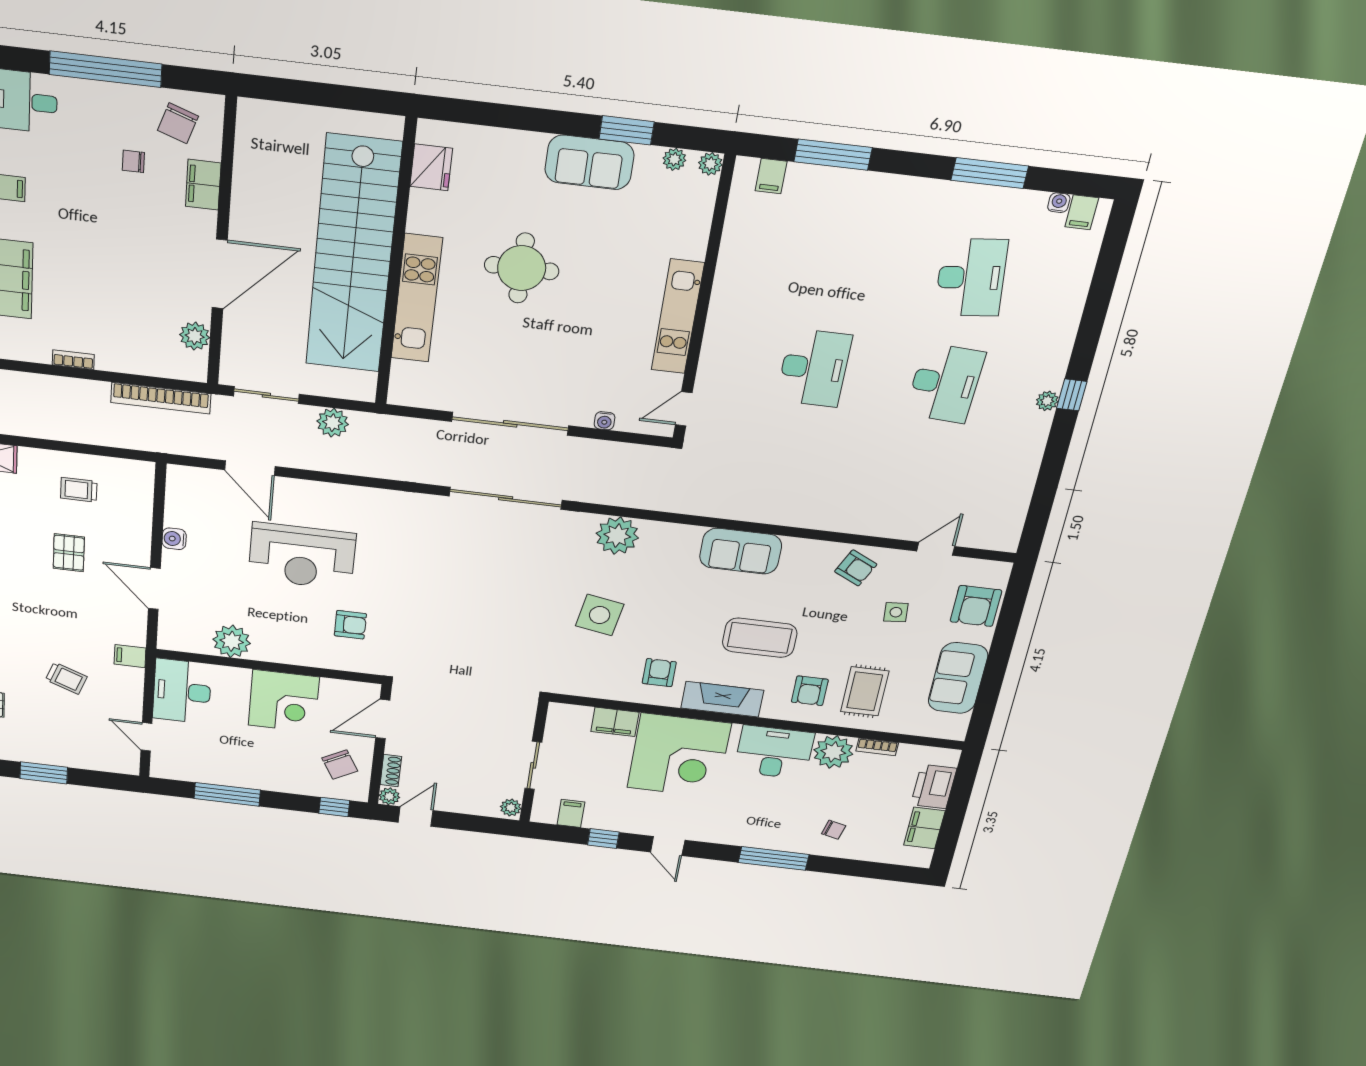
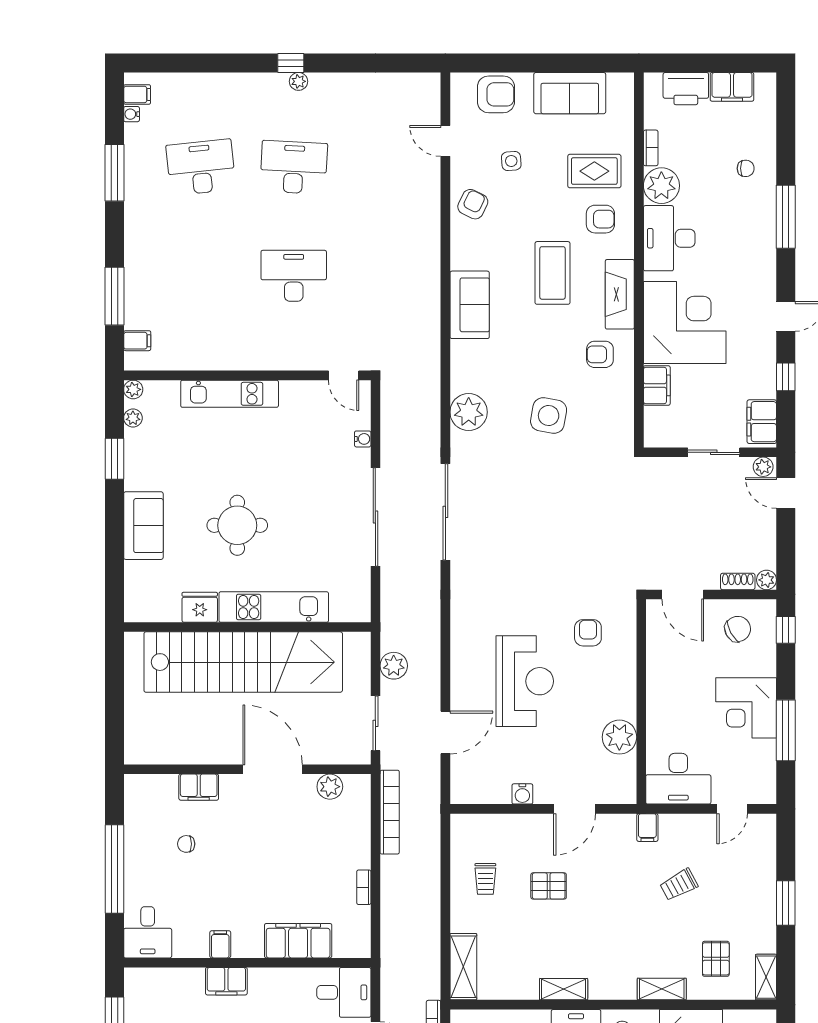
chair: (178, 123) -> (151, 810), removed
chair: (133, 161) -> (186, 844), turned 90
sofa: (589, 162) -> (143, 526), moved
fridge: (431, 167) -> (200, 607), moved
kitchen unit: (678, 317) -> (230, 394), moved
trolley: (66, 678) -> (679, 885), turned -139
corner desk: (284, 701) -> (746, 708), moved, turned 180
filing cabinet: (571, 813) -> (762, 422), width x2.00
door: (416, 816) -> (786, 493), moved
chair: (834, 830) -> (746, 168), turned 76

